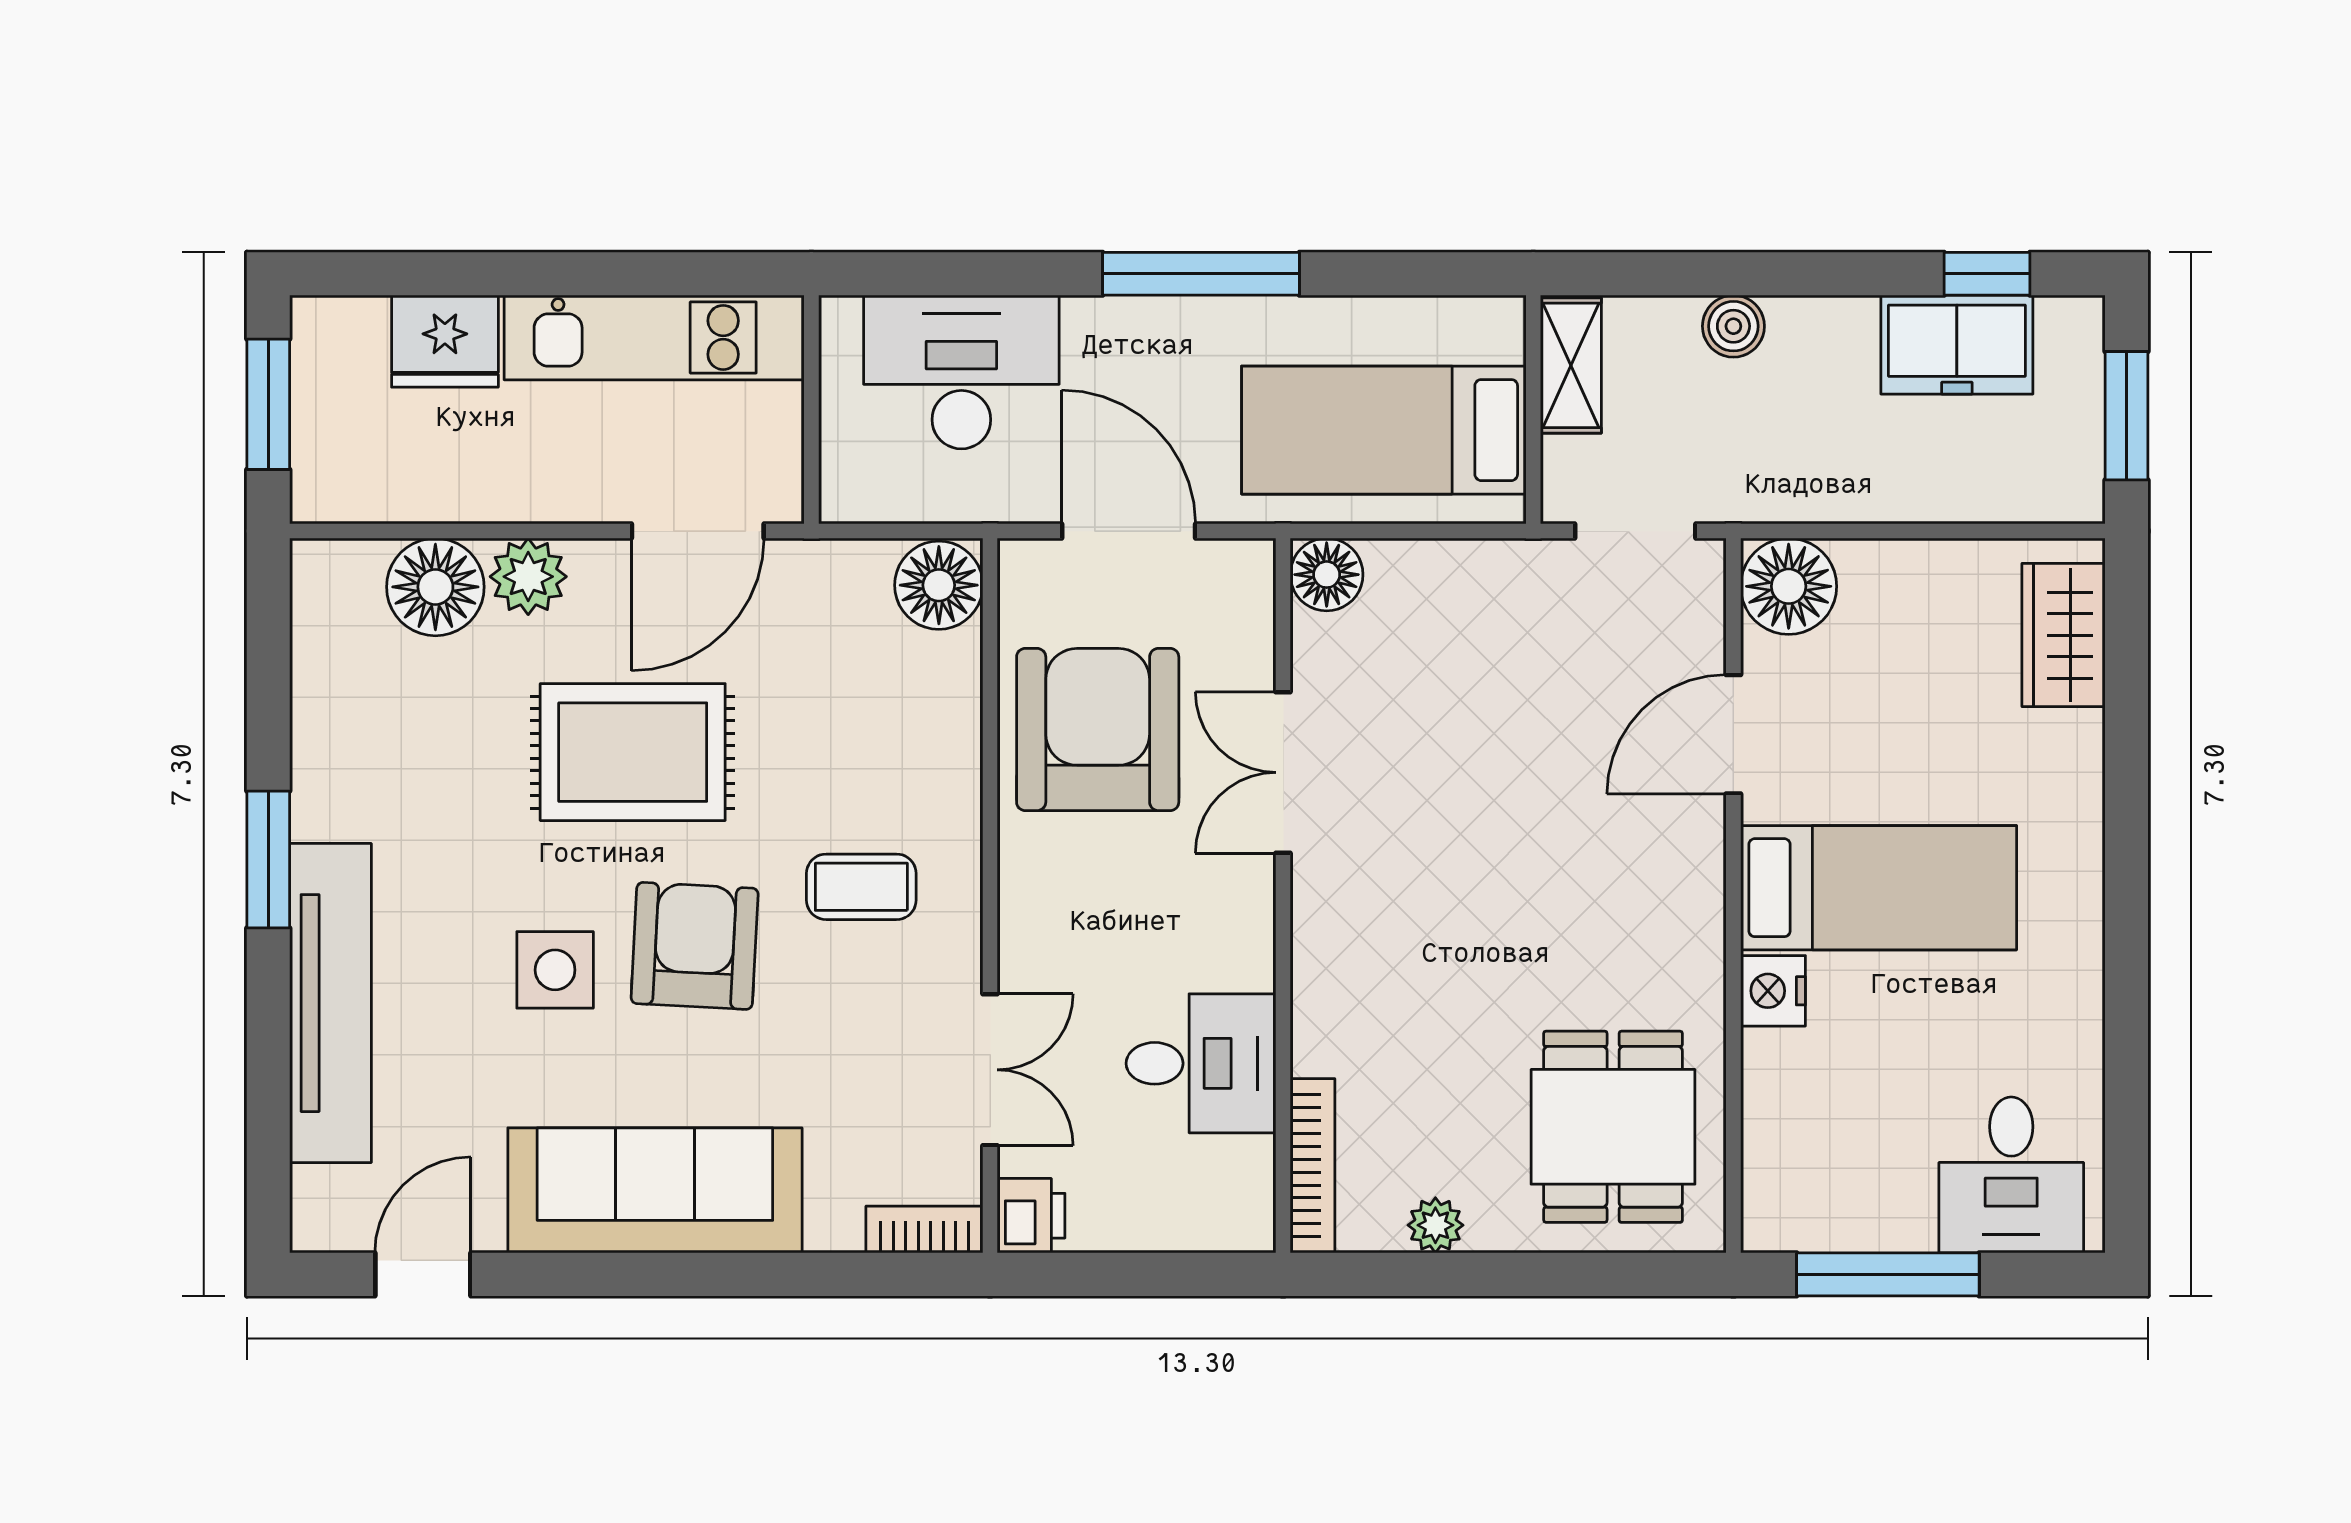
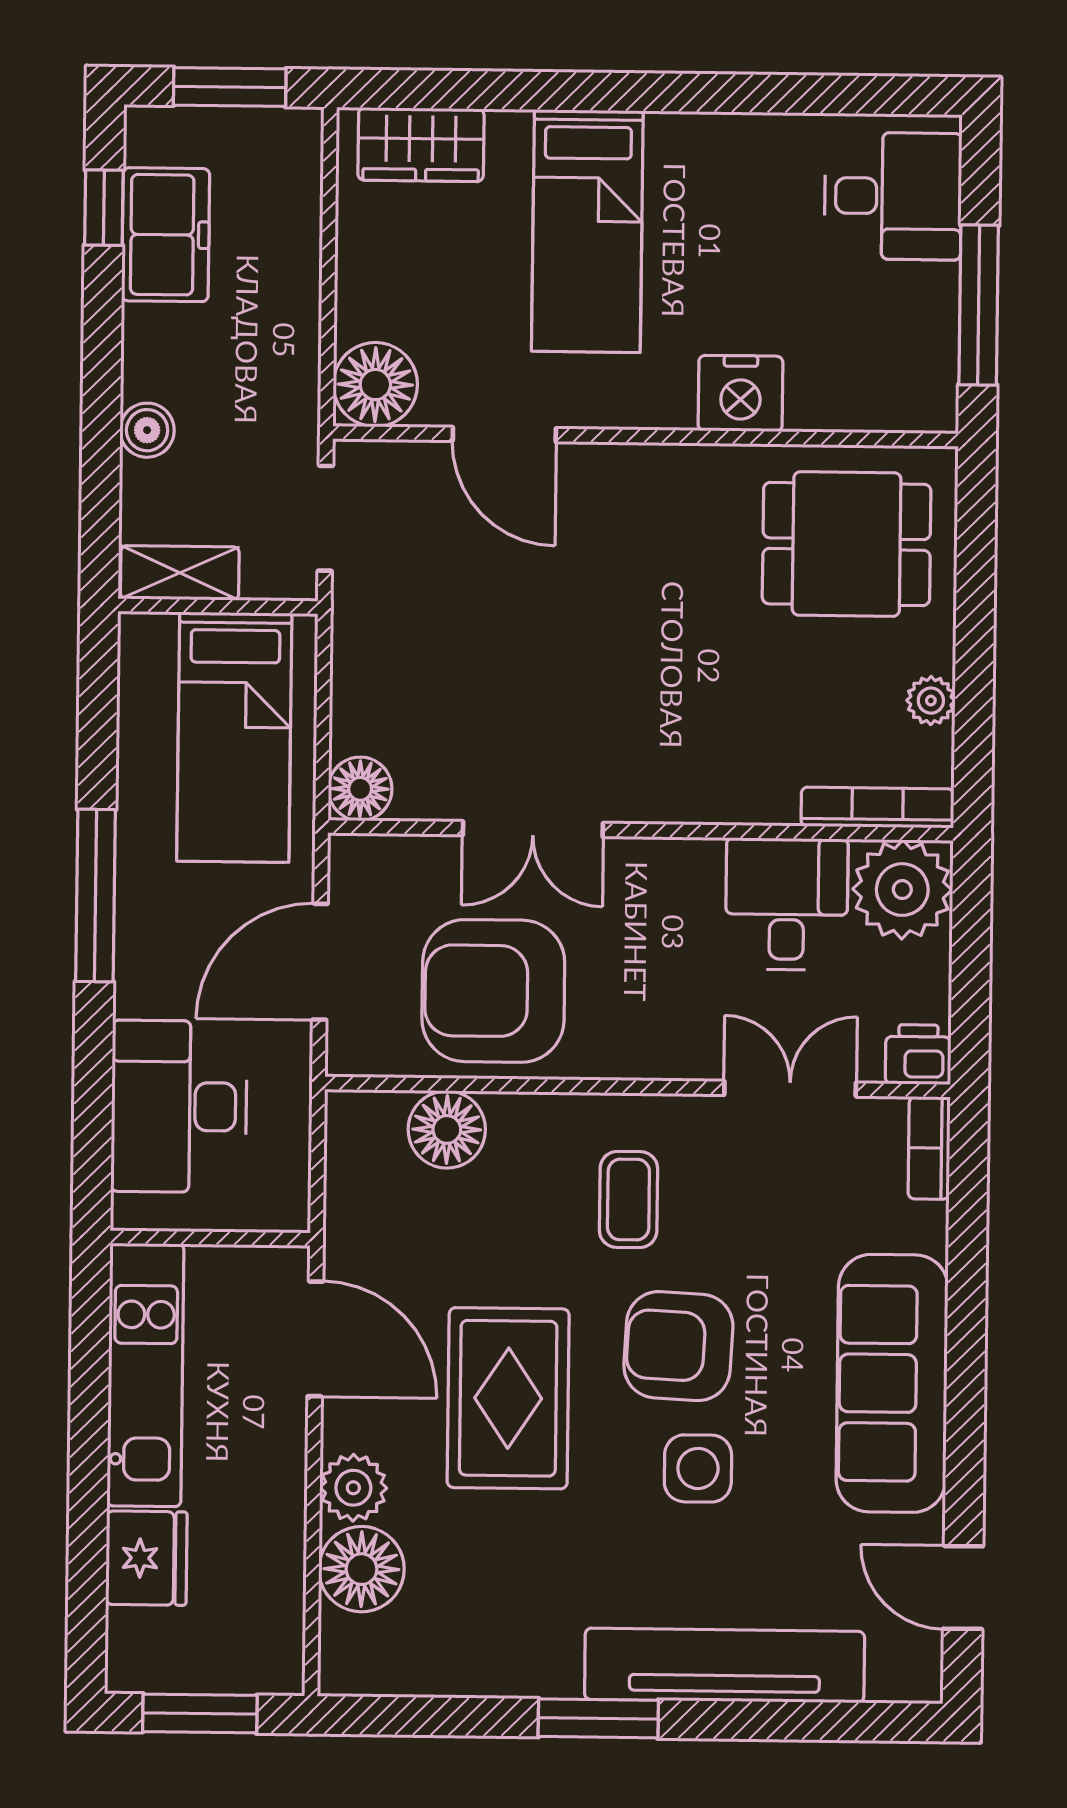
floor lamp: (939, 585) -> (447, 1129), moved
bed: (1879, 888) -> (587, 231), moved, turned 180
nightstand: (1773, 991) -> (741, 393), width x1.36, depth x1.33
plant: (1219, 1195) -> (902, 890), added

